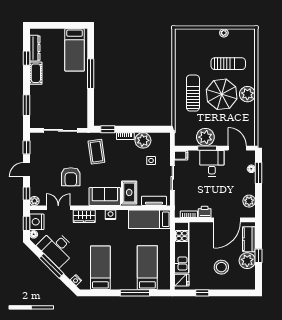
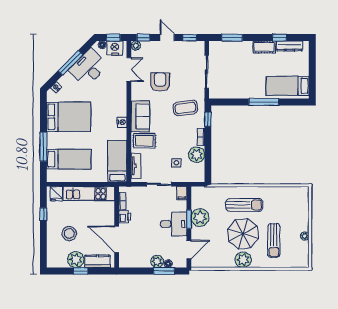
armchair: (71, 177) -> (160, 82), turned 90
plant: (249, 201) -> (157, 261), moved
wardrobe: (84, 216) -> (120, 96), removed
bed: (100, 268) -> (69, 117), width x1.50

